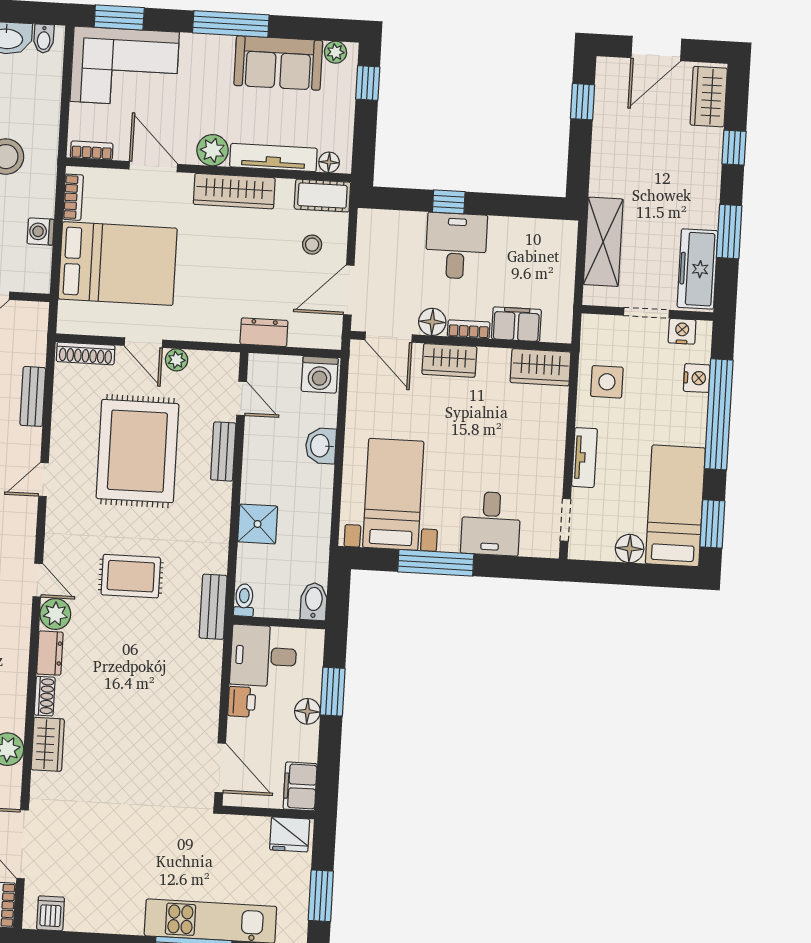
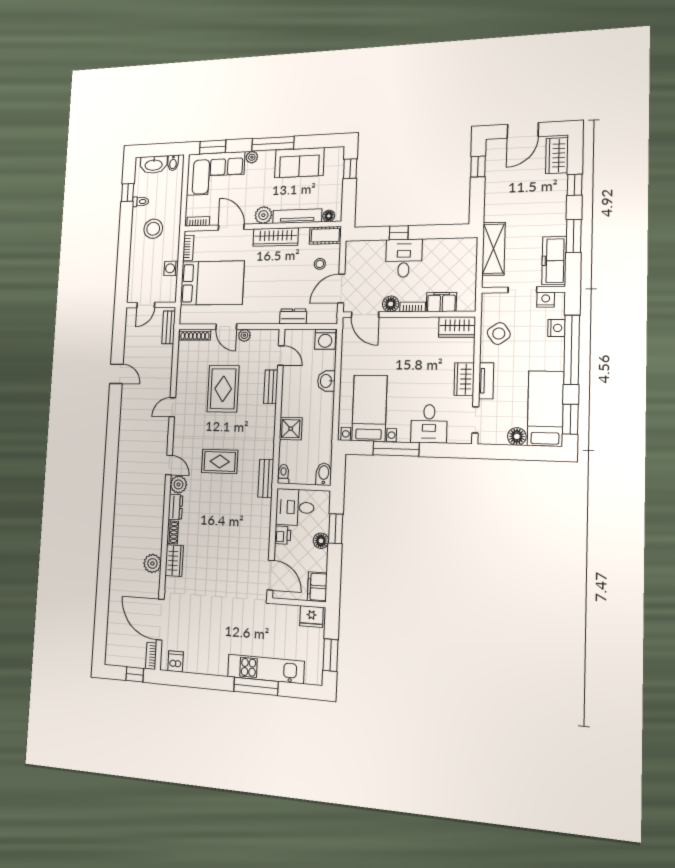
plant: (336, 52) -> (252, 157), moved
wardrobe: (449, 360) -> (464, 379), moved, turned 90
side table: (607, 382) -> (499, 334), turned -35
bench: (33, 396) -> (169, 327), moved
rug: (137, 451) -> (223, 389), width x0.73, depth x0.69

